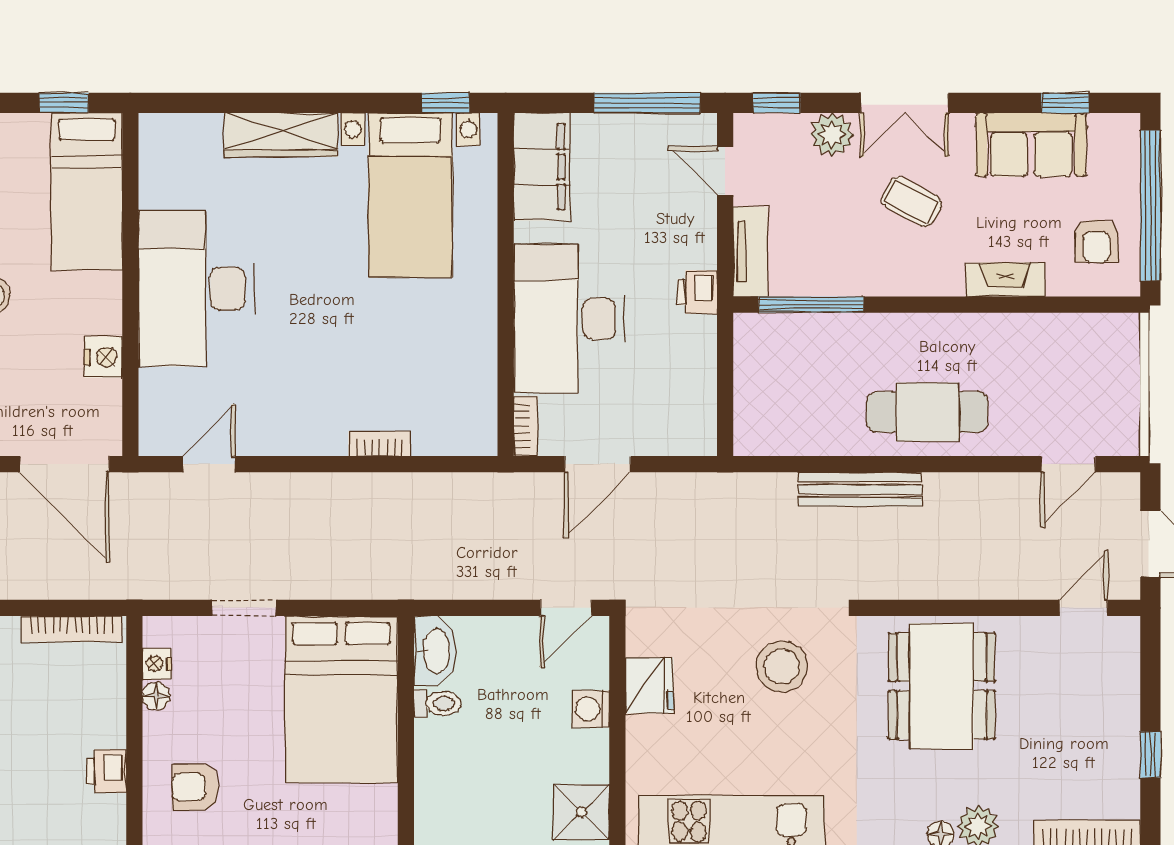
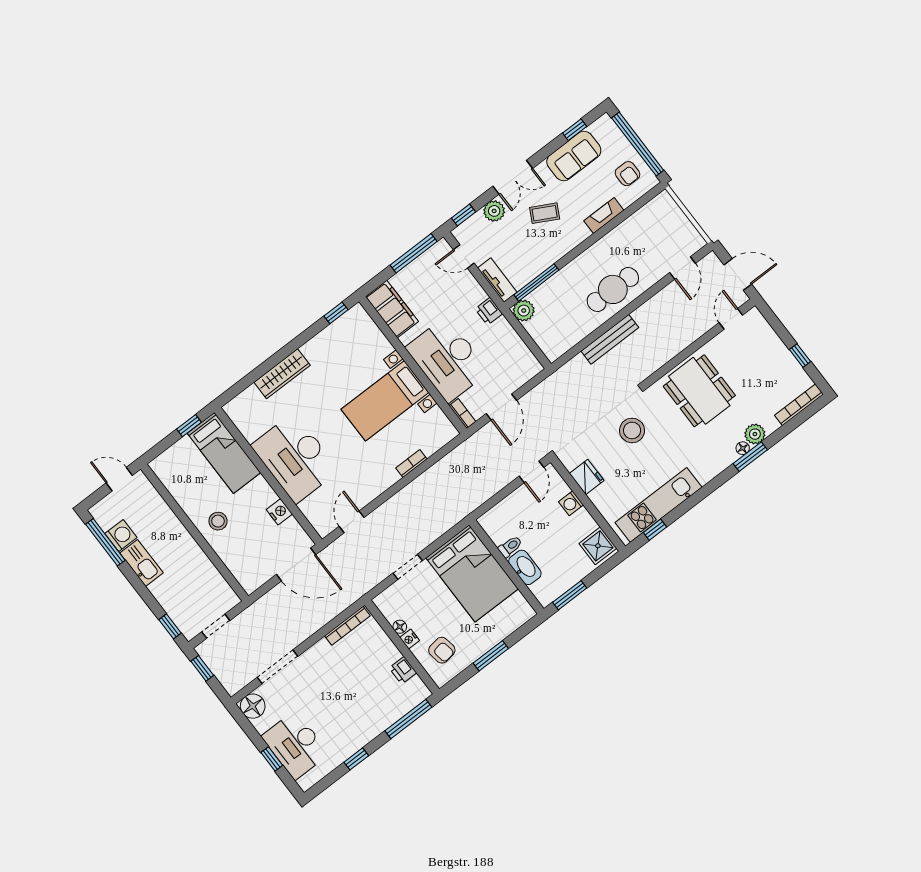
bed with nightstands: (410, 195) -> (385, 401), moved, turned 90
plant: (755, 335) -> (524, 311), added
washbasin: (435, 651) -> (525, 567), moved
nightstand: (157, 664) -> (410, 639), moved
armchair: (195, 787) -> (442, 650), turned -99

